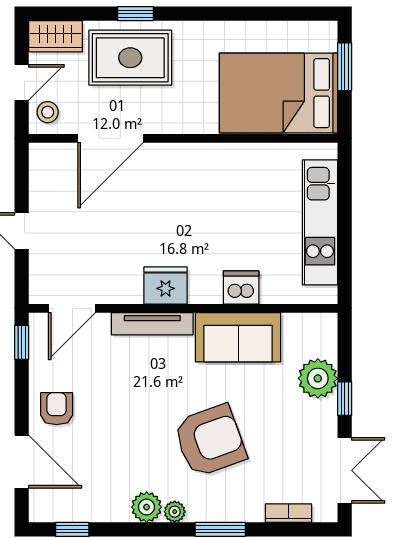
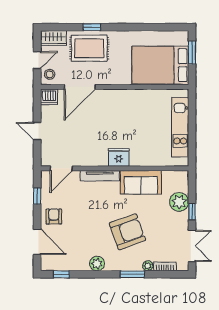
fridge: (166, 286) -> (119, 157), moved
dishwasher: (241, 288) -> (49, 97), moved, turned 180
window: (22, 342) -> (37, 196), moved
plant: (175, 512) -> (148, 266), moved

